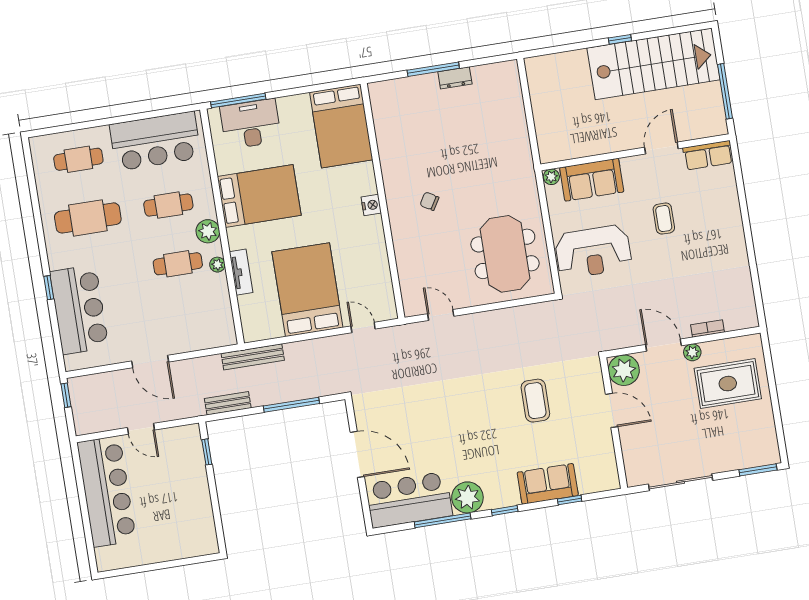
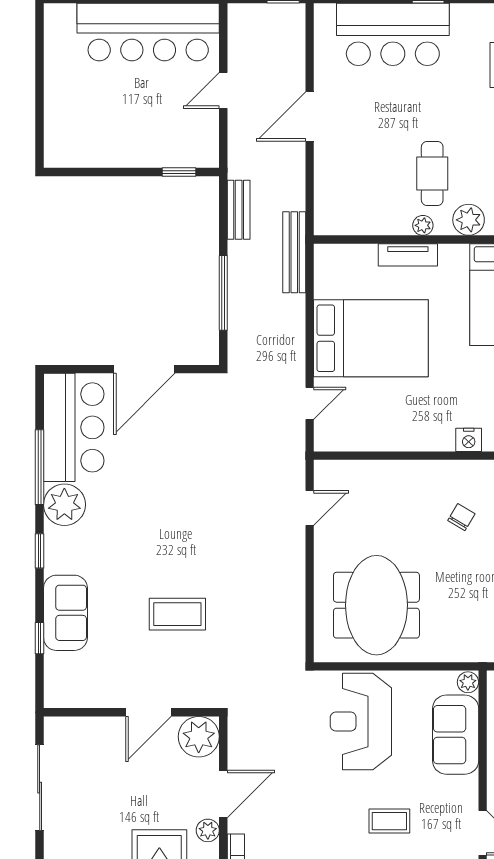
meeting table: (505, 254) -> (376, 605), turned 90

